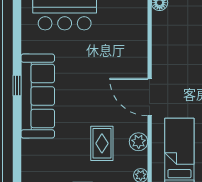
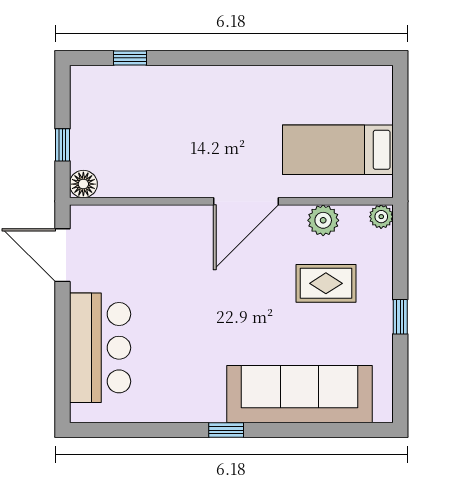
sofa: (38, 96) -> (299, 394), moved

